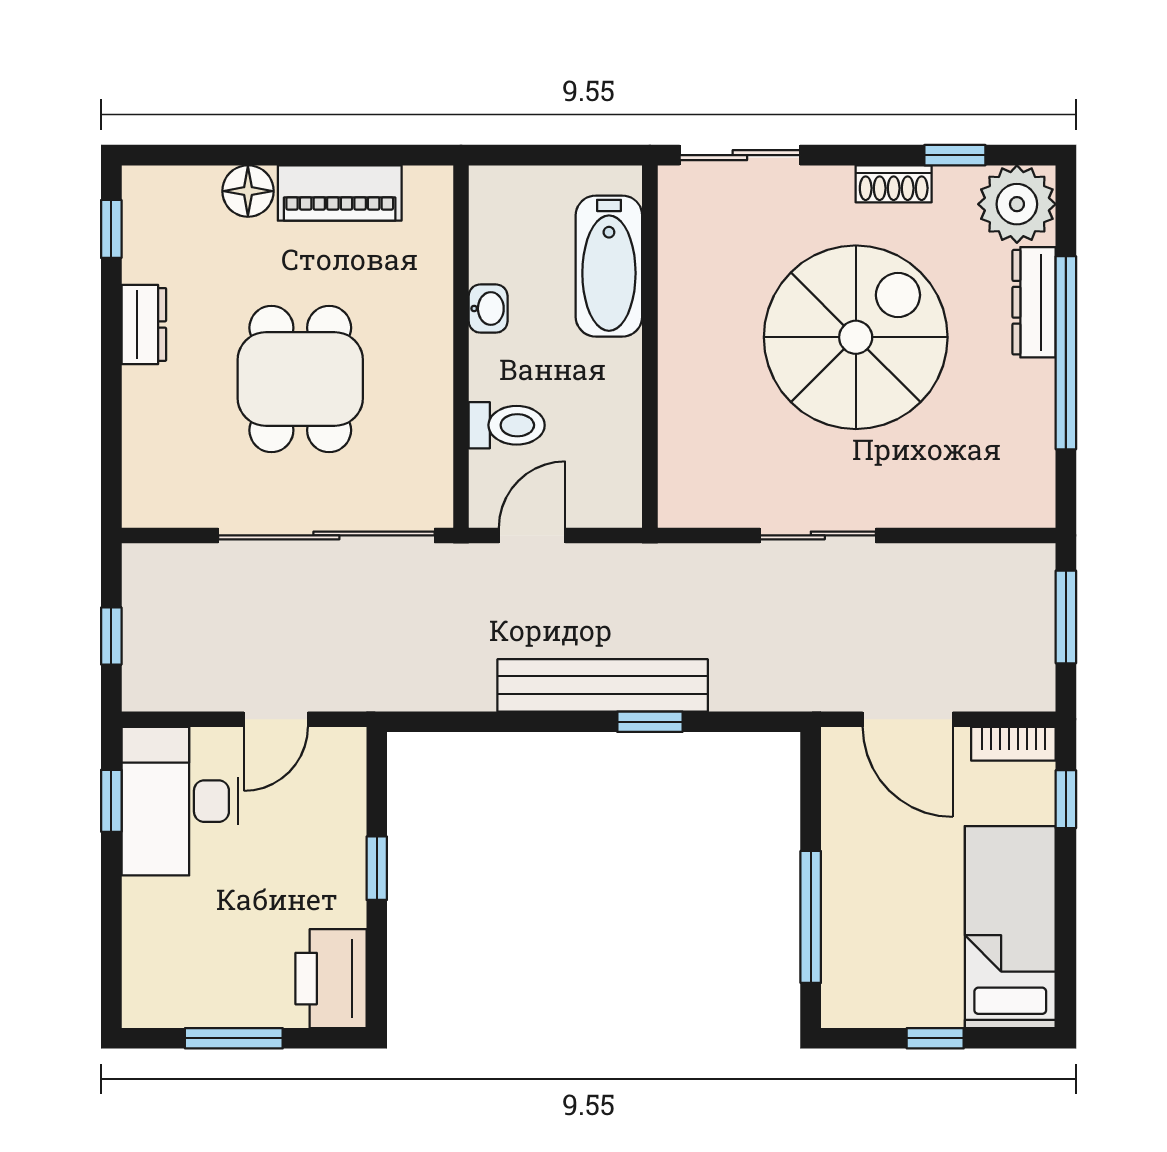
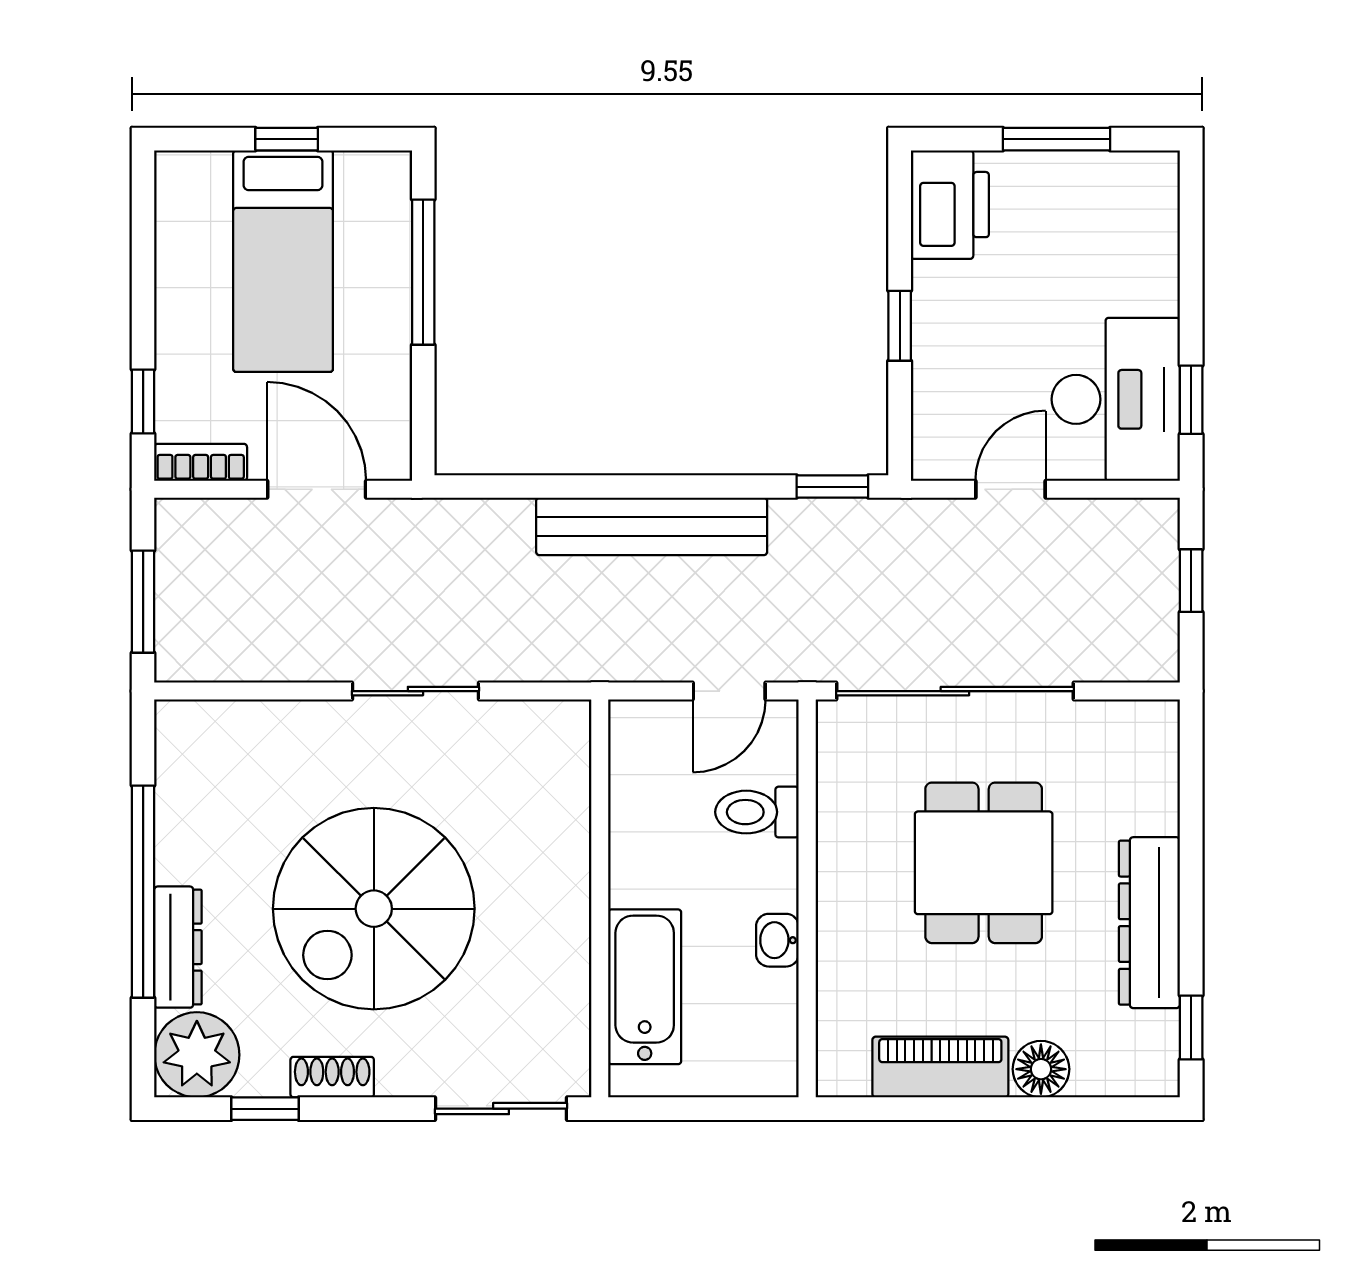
dresser: (144, 324) -> (1149, 923), width x1.96, depth x1.24
window: (650, 722) -> (832, 487), moved
bed: (1010, 927) -> (283, 261), moved

